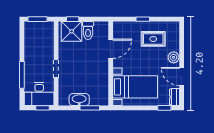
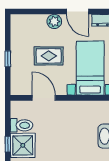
rug: (153, 39) -> (49, 56), moved, turned 90
door: (182, 76) -> (78, 12), hinge flipped

